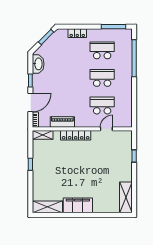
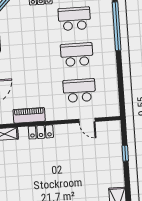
door: (106, 129) -> (87, 120), swing flipped
locker: (76, 135) -> (41, 132), width x0.66

